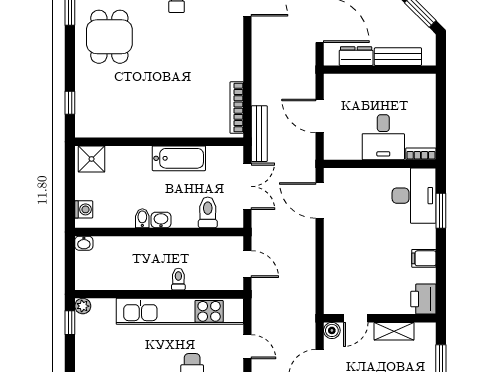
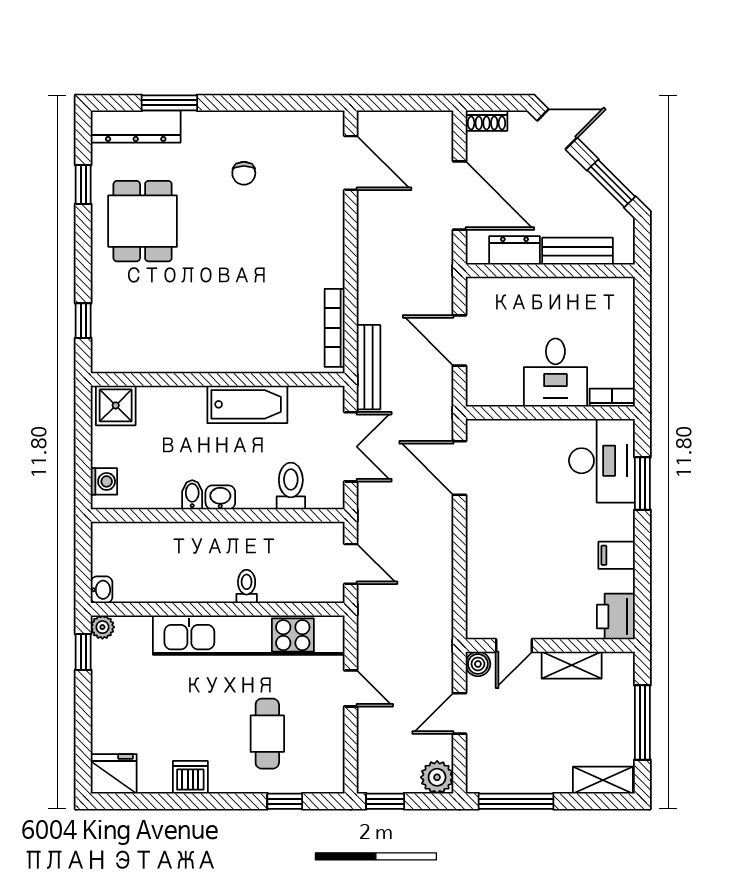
washbasin: (84, 243) -> (102, 590), moved, turned -90

